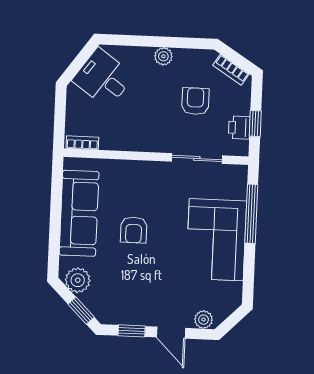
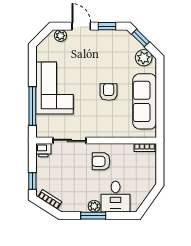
window: (165, 42) -> (93, 216), added
desk: (103, 78) -> (116, 197), moved, turned 54
armchair: (195, 101) -> (101, 161), moved, turned 90
window: (255, 123) -> (32, 181), moved
printer: (239, 128) -> (43, 150), moved, turned 90

